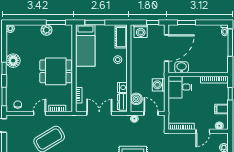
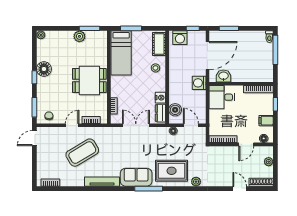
washing machine: (159, 85) -> (199, 83), moved

